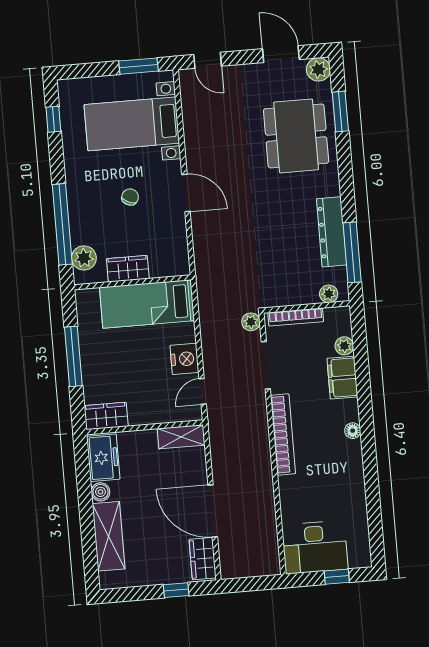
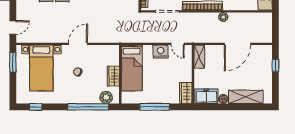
plant: (251, 322) -> (223, 17), moved
wardrobe: (203, 559) -> (261, 51), removed

